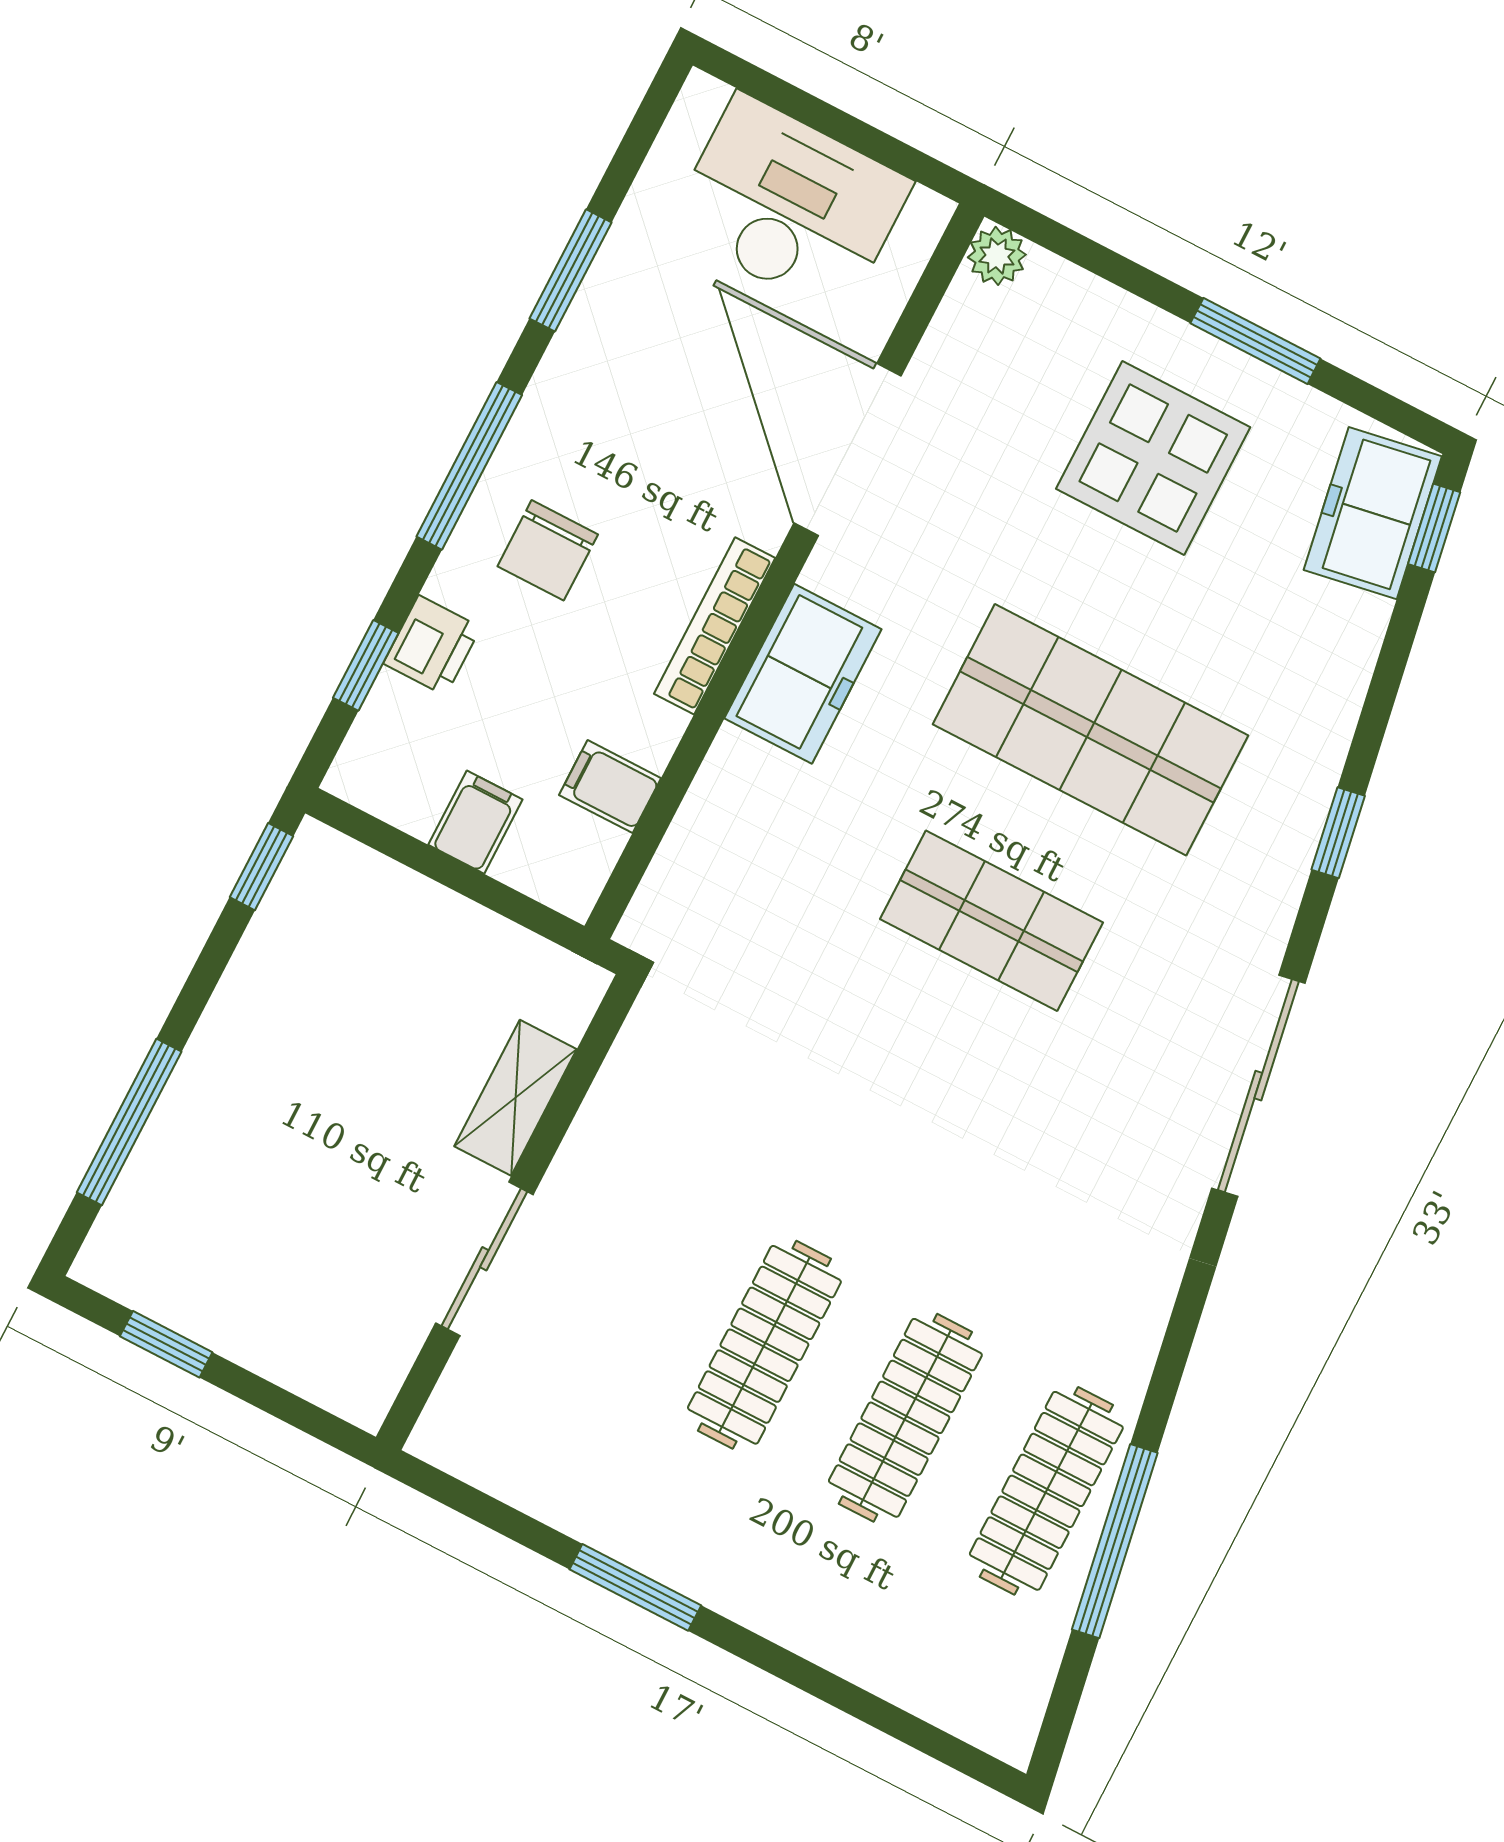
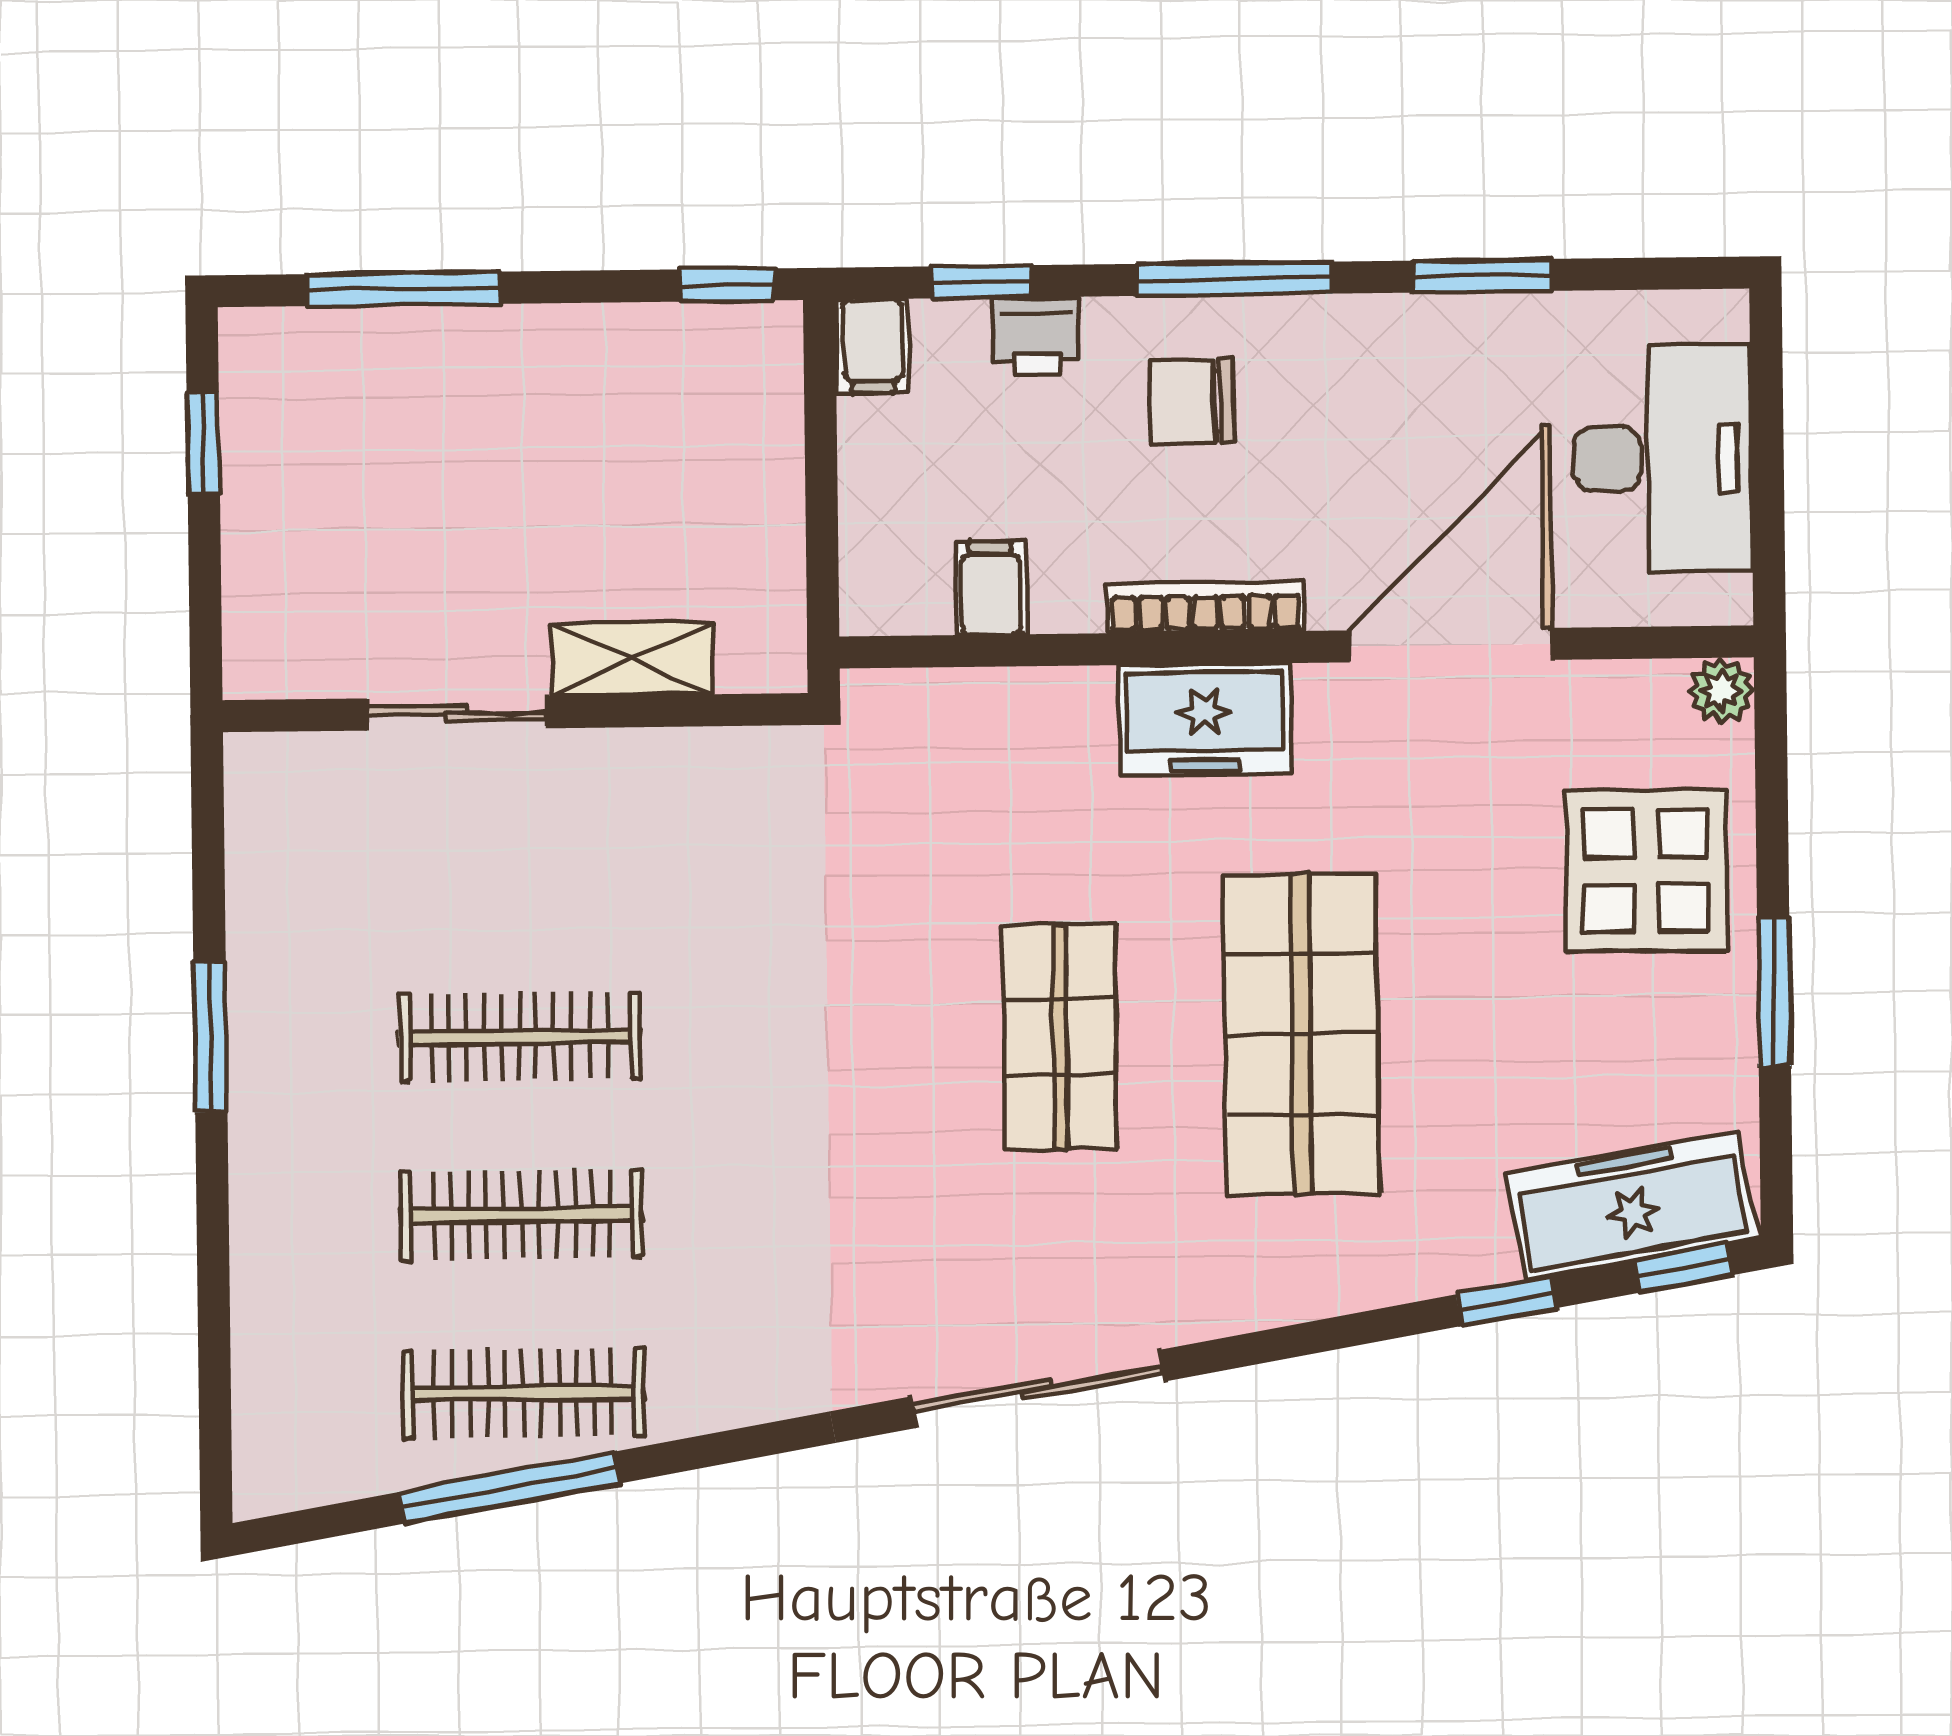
display table: (1153, 458) -> (1646, 870), moved
freezer: (1373, 513) -> (1632, 1206), width x1.40
filing cabinet: (475, 822) -> (873, 346), moved, turned 90
window: (1338, 833) -> (1507, 1301), moved

